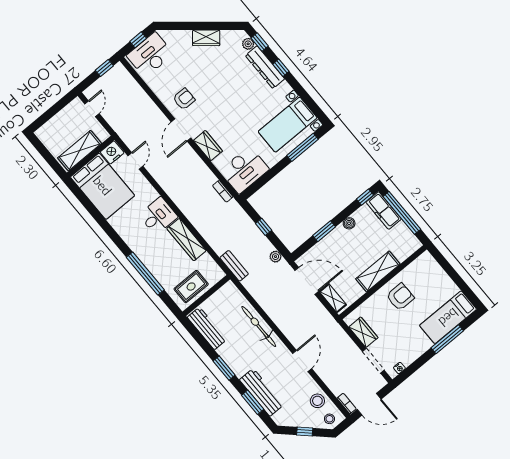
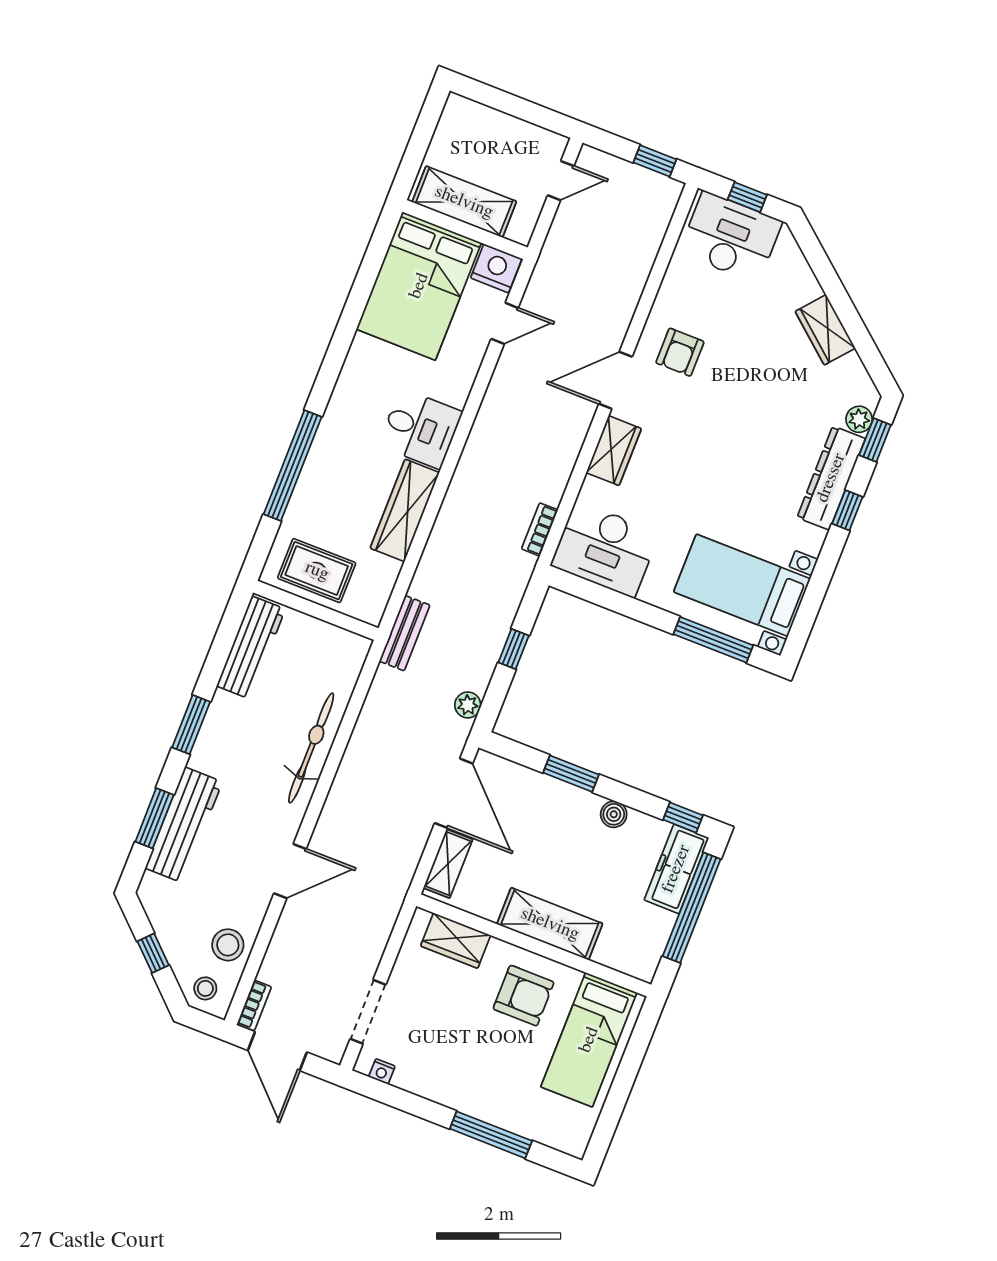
armchair: (184, 99) -> (680, 352), turned 90
bed: (448, 317) -> (589, 1040), moved, turned -90
wardrobe: (363, 332) -> (456, 941), moved, turned 90

